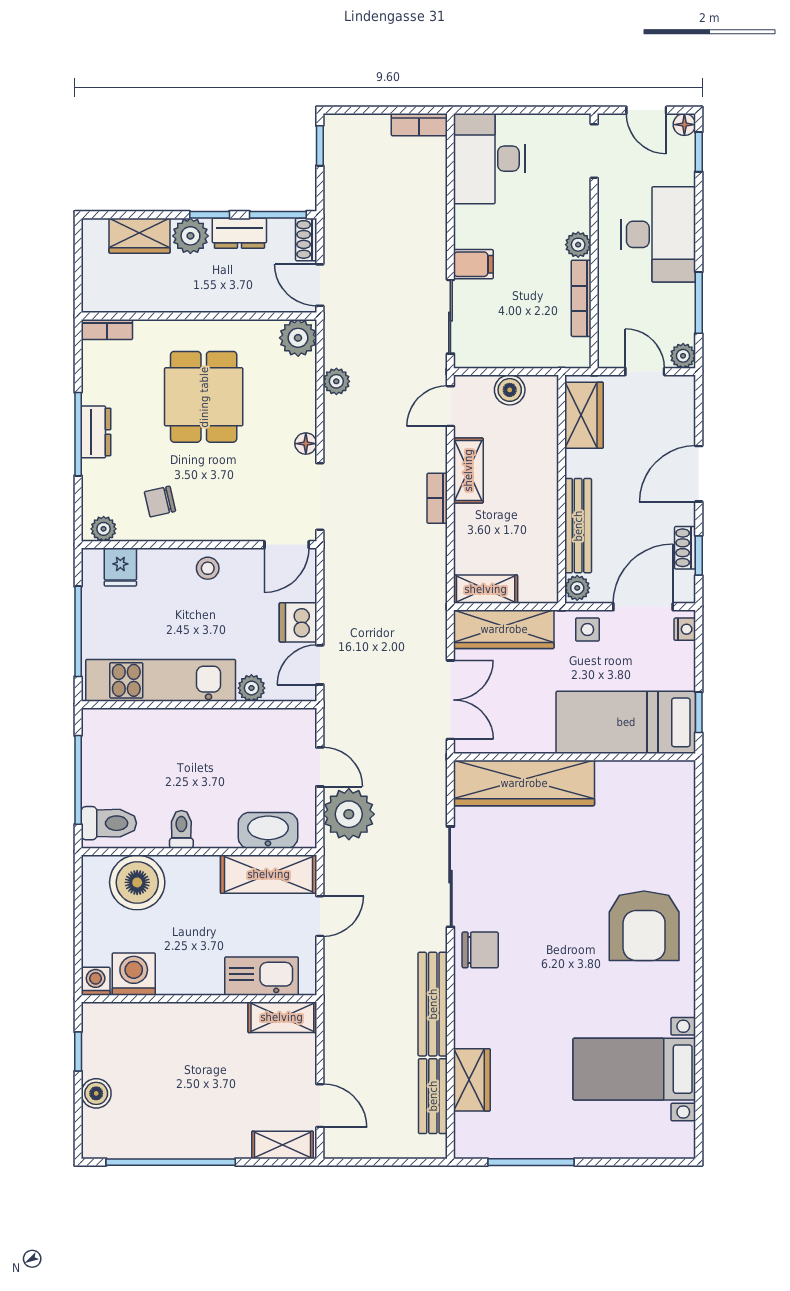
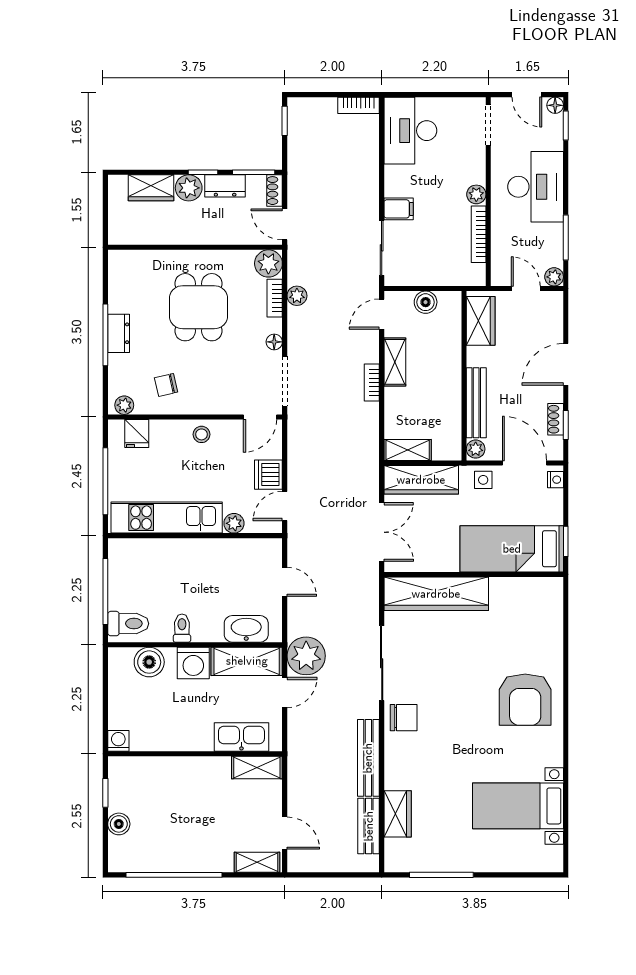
bookcase: (107, 329) -> (275, 298), moved, turned 90
door: (643, 607) -> (524, 463), hinge flipped
plant: (349, 814) -> (306, 656), moved
boiler: (137, 882) -> (149, 662), width x0.73, depth x0.73
washing machine: (134, 974) -> (193, 663), moved, turned 180

